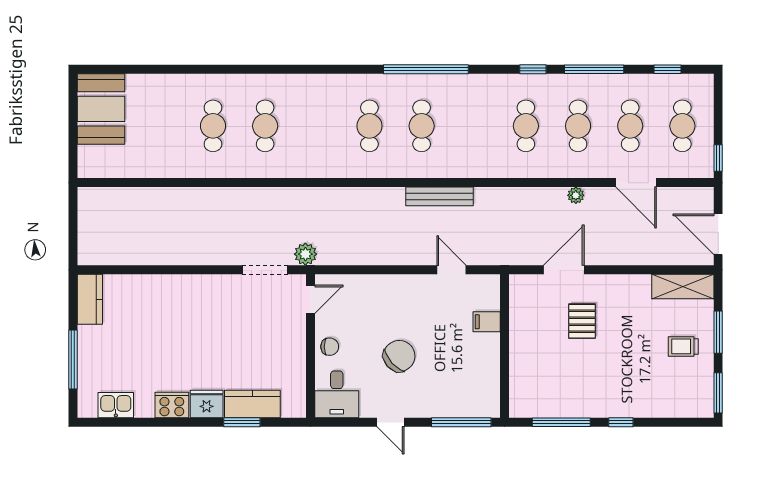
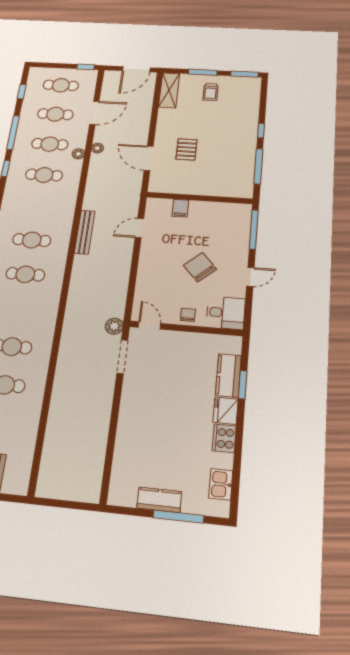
plant: (564, 170) -> (78, 154), added
kitchen counter: (90, 299) -> (159, 500), moved
pallet: (582, 321) -> (186, 149), turned 90

